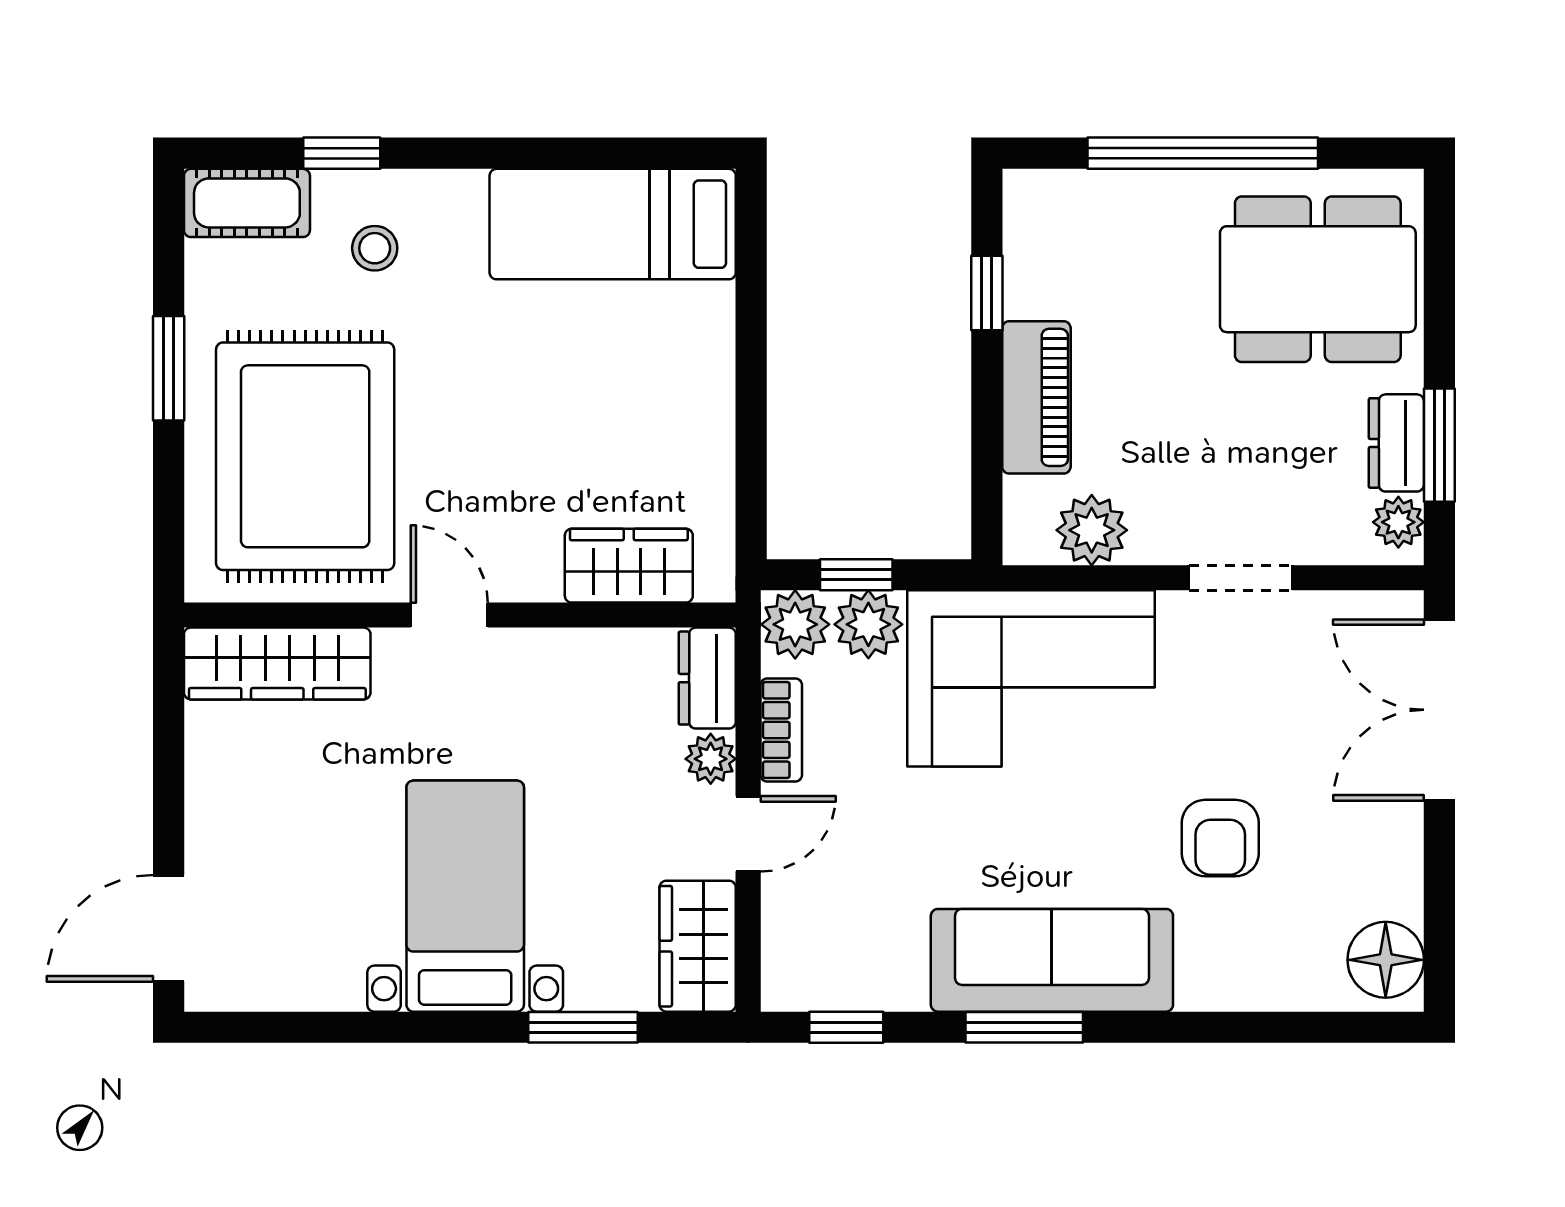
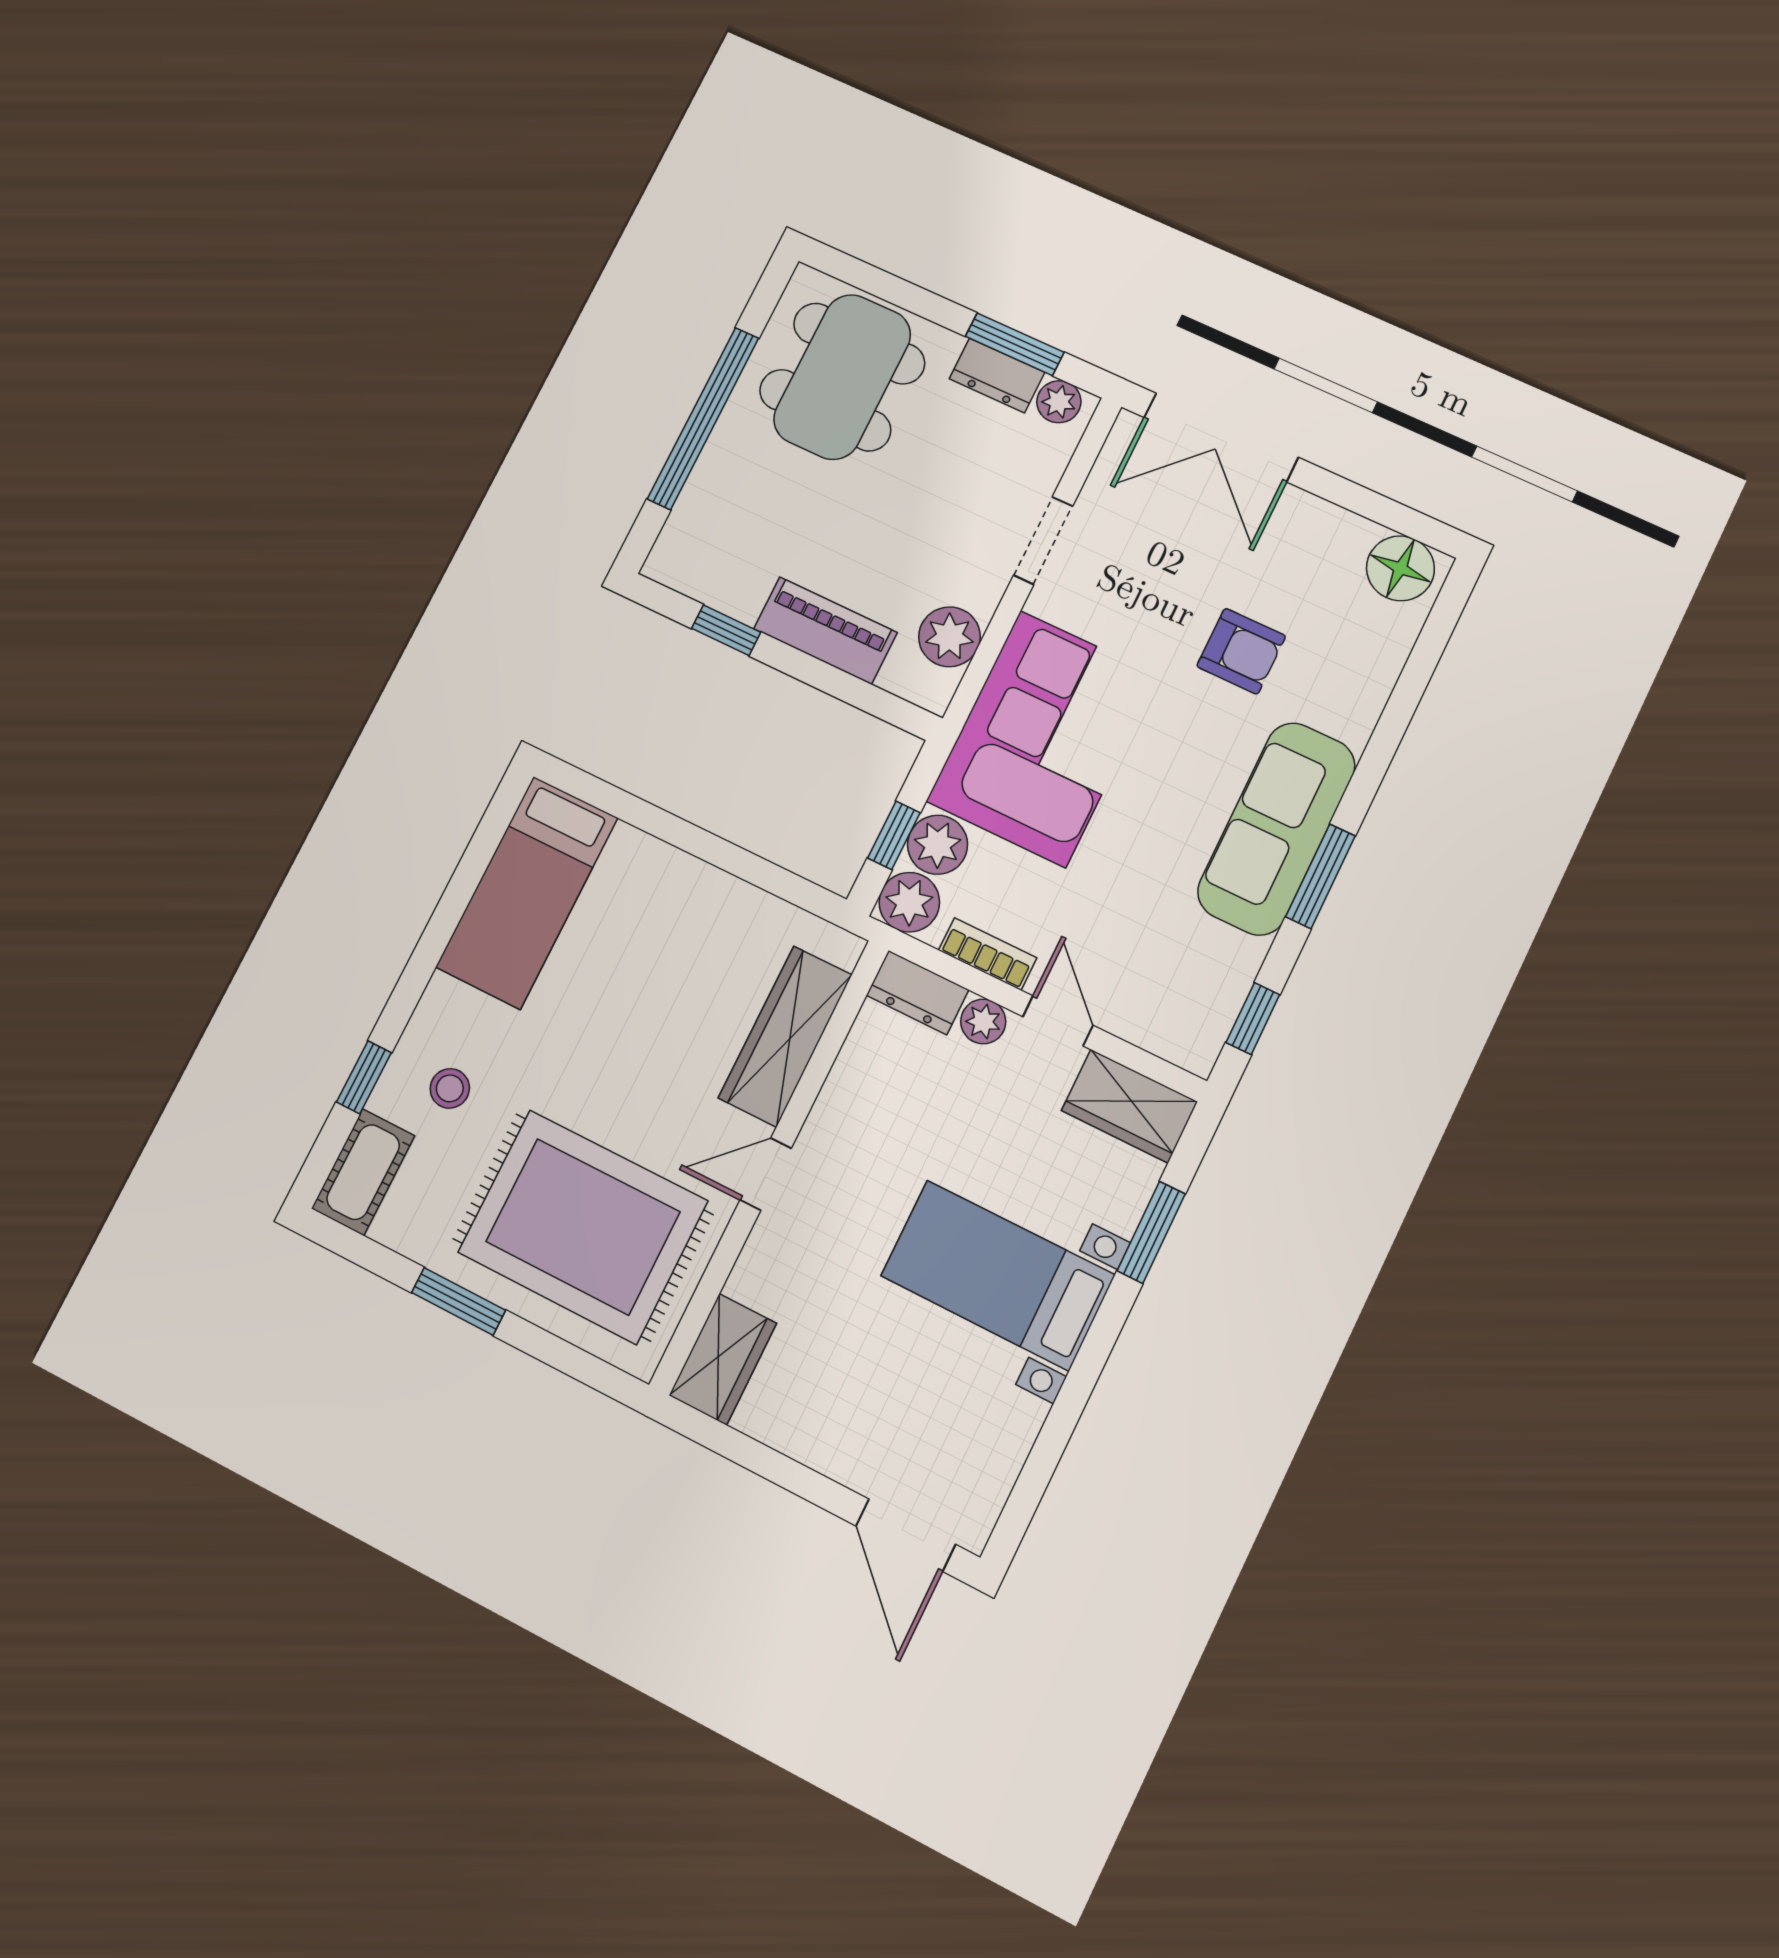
wardrobe: (629, 566) -> (785, 1036), width x1.50
wardrobe: (277, 663) -> (723, 1359), width x0.67

